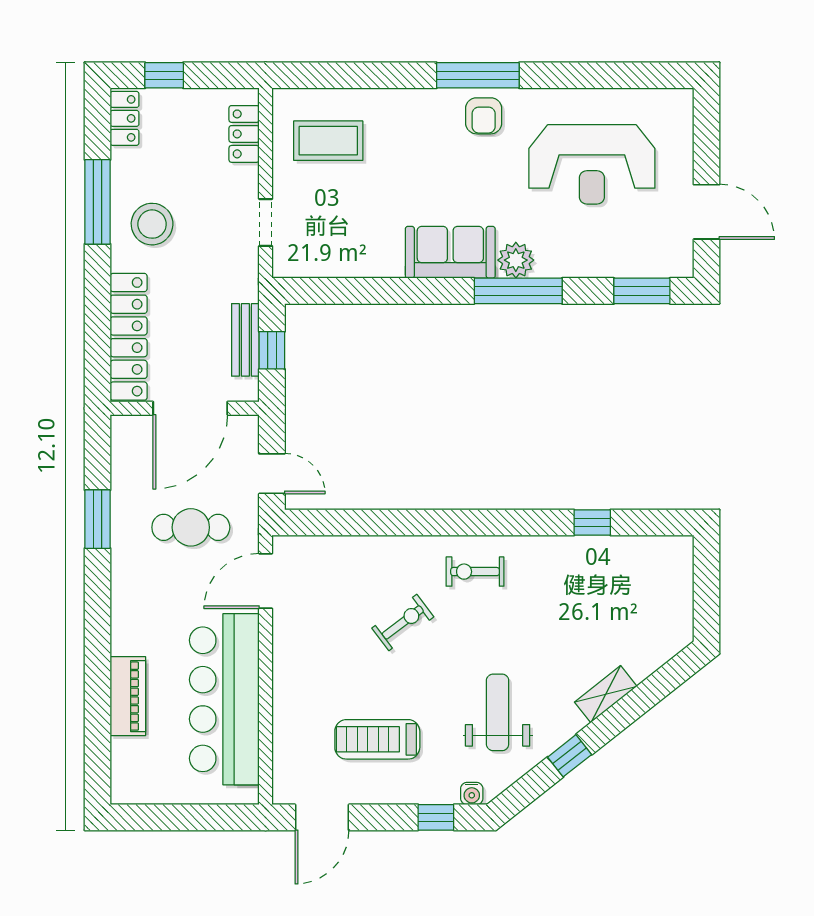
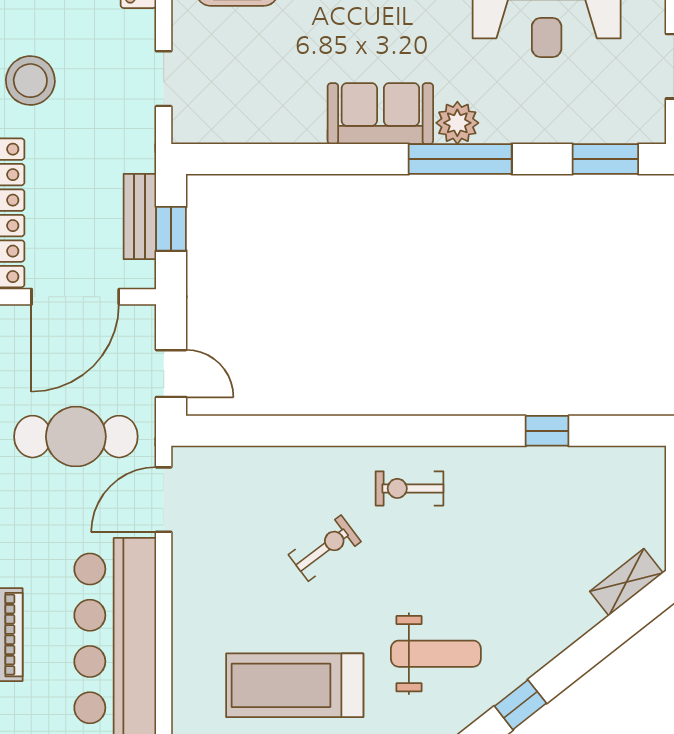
cafe table: (191, 527) -> (76, 437), width x1.37, depth x1.35
shelving: (606, 694) -> (626, 582), moved
weight bench: (498, 712) -> (436, 654), turned 90
treadmill: (377, 739) -> (295, 685), width x1.37, depth x1.38

